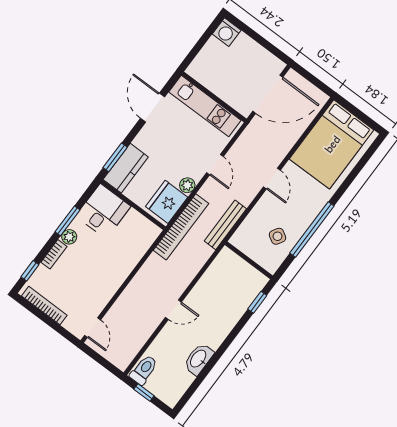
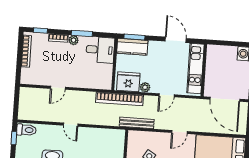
door: (152, 108) -> (176, 40), hinge flipped
door: (93, 328) -> (58, 88), moved

